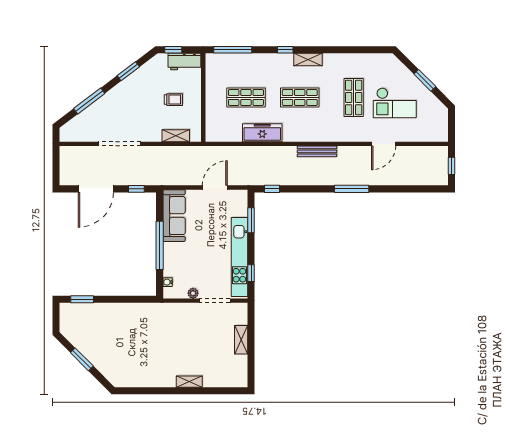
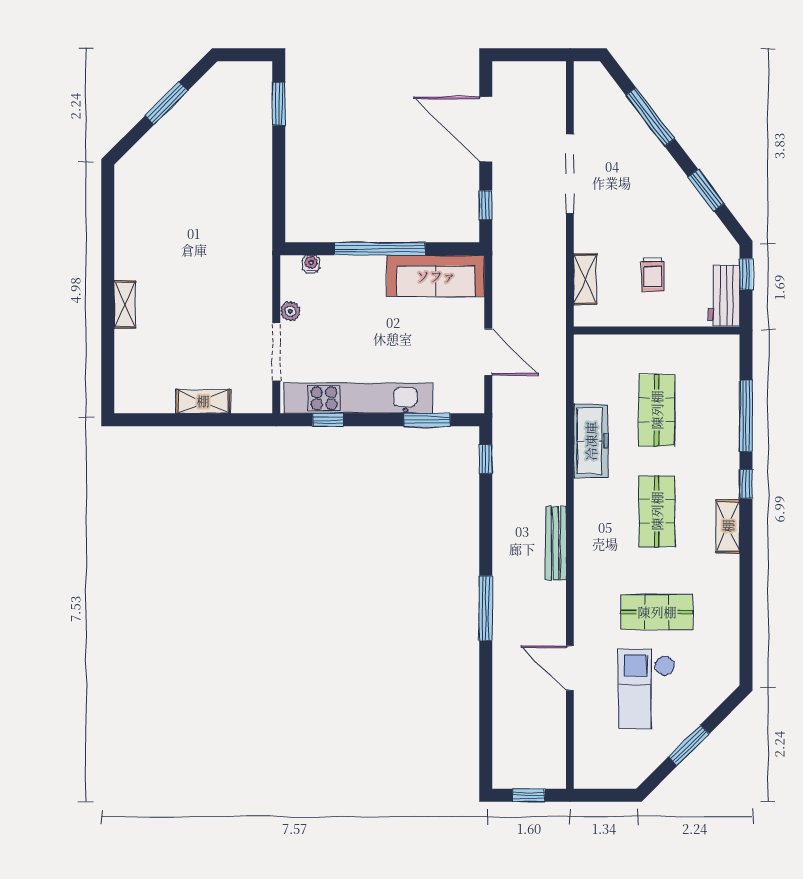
window: (233, 50) -> (746, 416), moved

